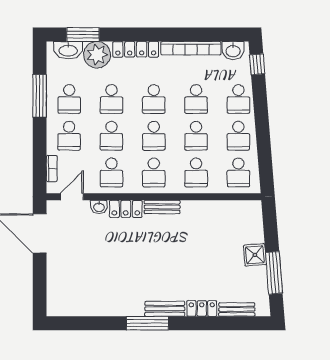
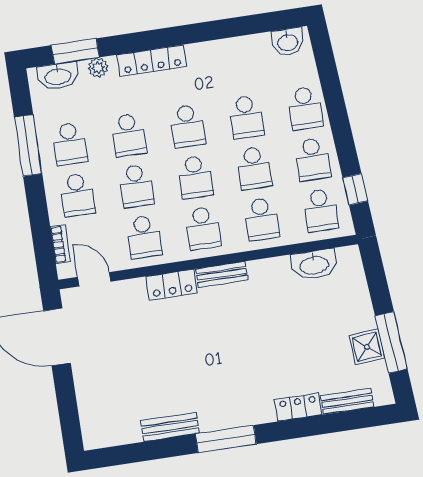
bookcase: (191, 48) -> (228, 47), removed
plant: (97, 55) -> (98, 68), width x0.53, depth x0.53
window: (257, 64) -> (355, 189), moved
door: (72, 197) -> (94, 279), hinge flipped
washbasin: (99, 207) -> (314, 265), moved, width x1.91, depth x1.45
shower: (255, 255) -> (367, 347), moved
bench: (165, 309) -> (170, 427), moved

